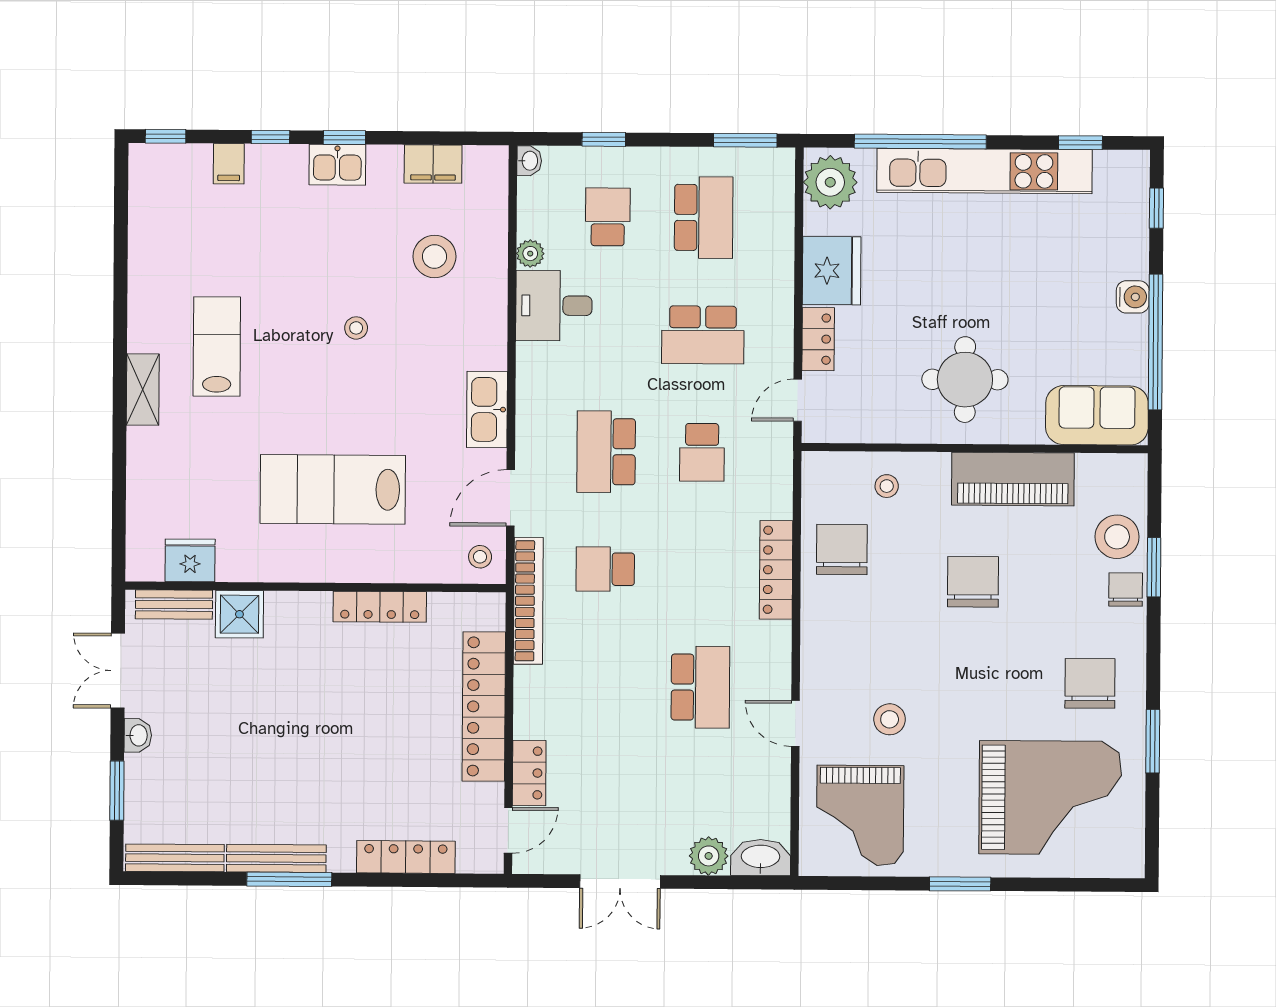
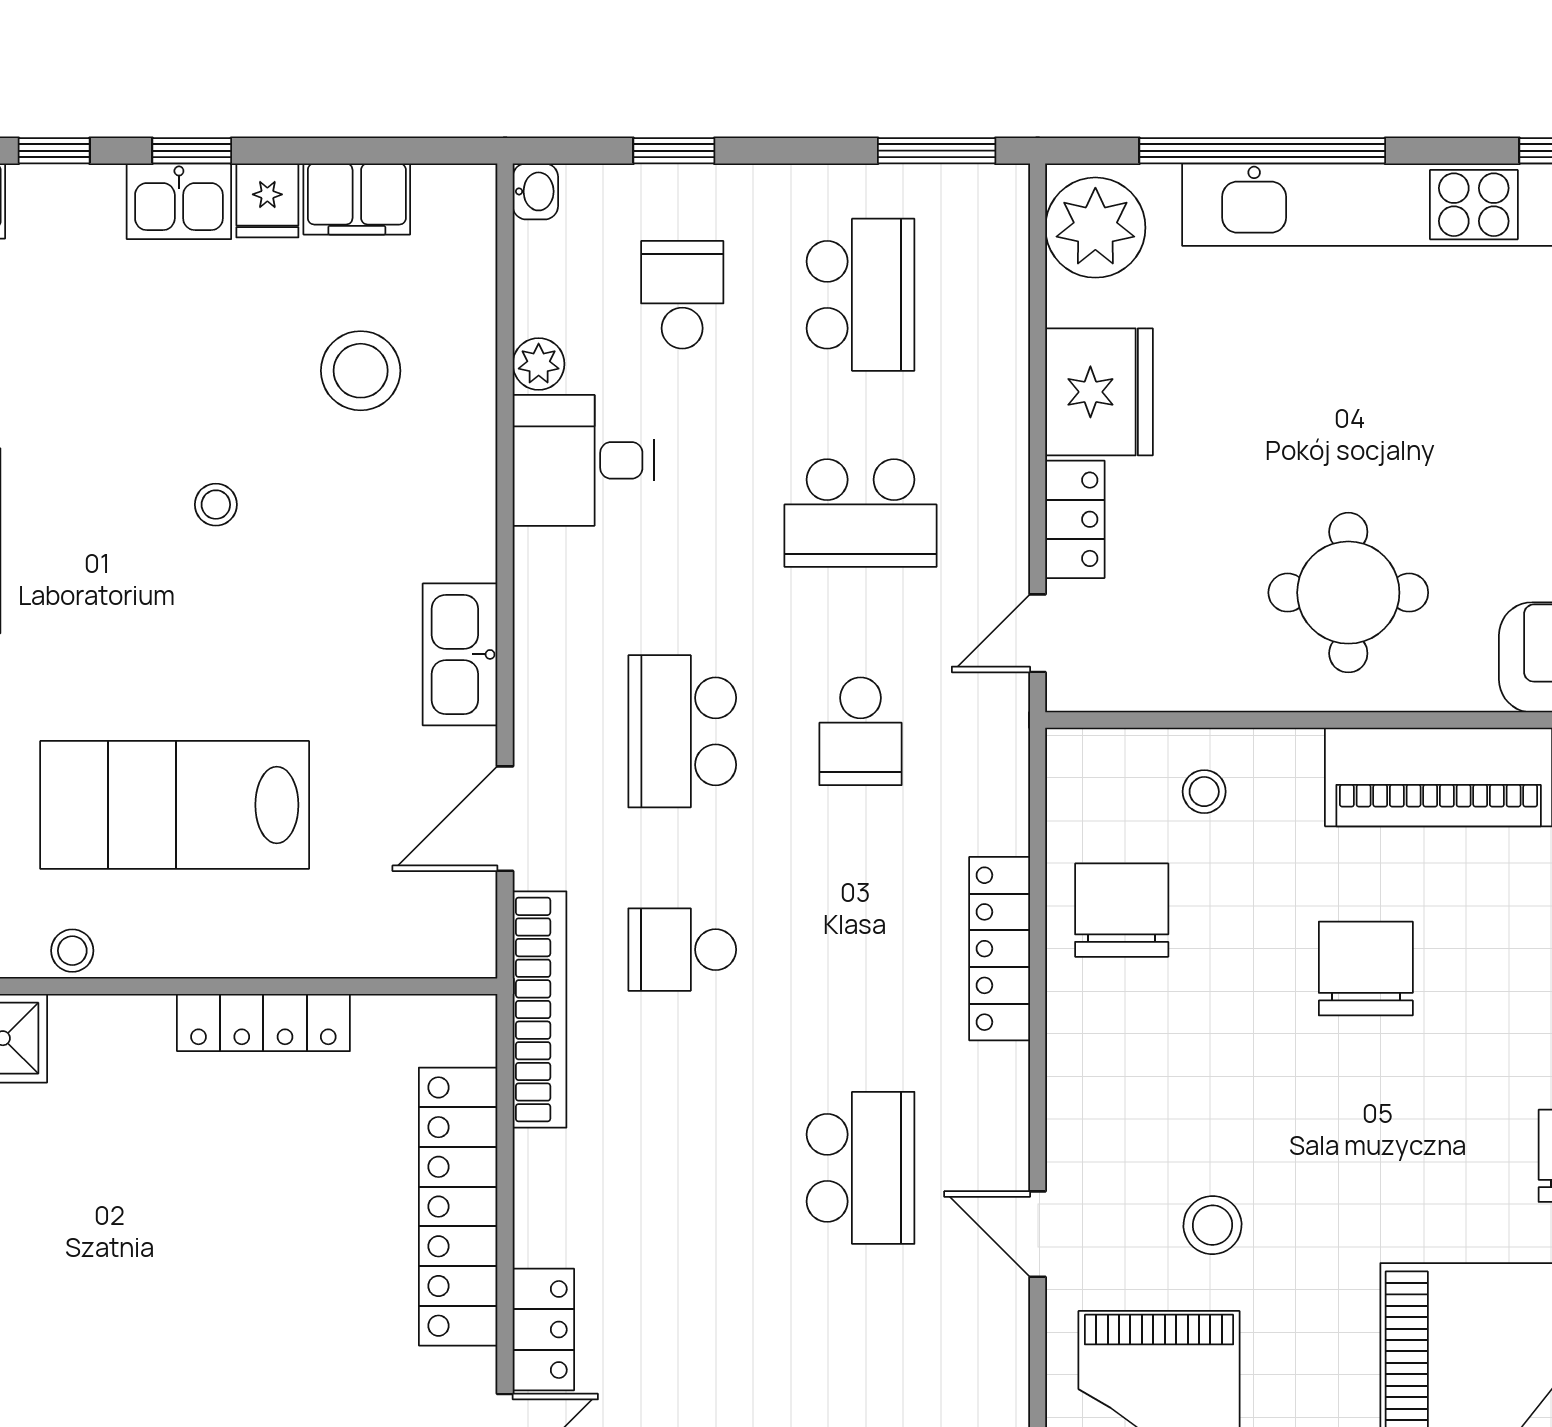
fridge: (385, 165) -> (267, 200), added
stool: (480, 557) -> (72, 951), moved

